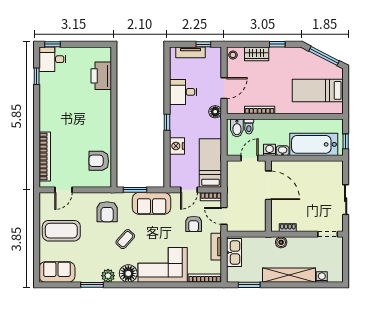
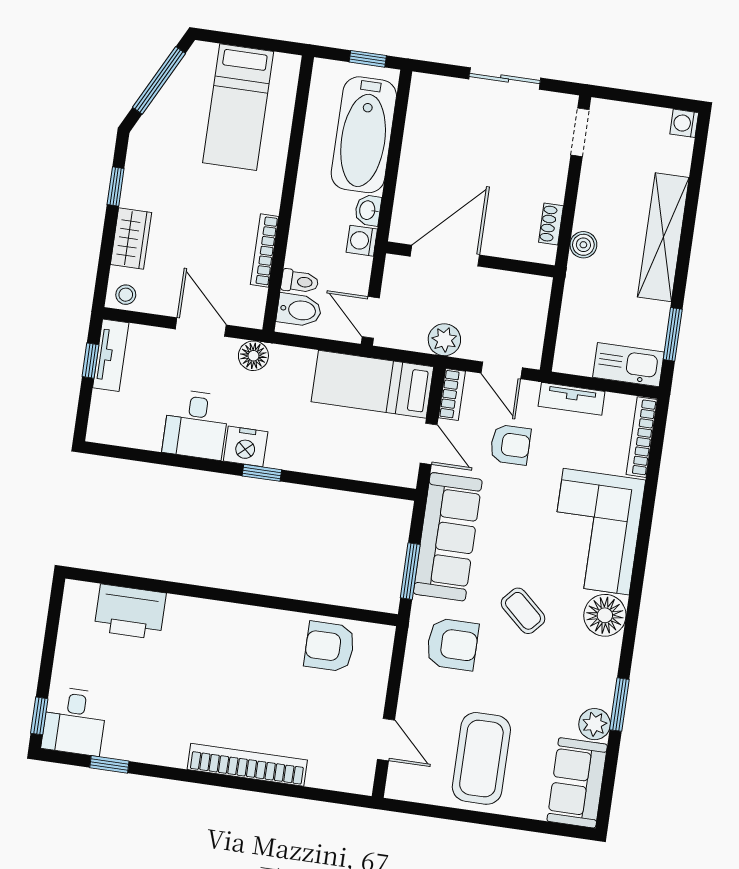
tv unit: (190, 52) -> (111, 355), moved
nightstand: (177, 146) -> (246, 446), moved
bookcase: (45, 156) -> (247, 765), moved
door: (249, 158) -> (371, 317), moved
armchair: (99, 161) -> (330, 647), turned 90
plant: (233, 190) -> (444, 340), added
sofa: (152, 203) -> (448, 537), width x1.36
door: (224, 216) -> (502, 370), hinge flipped
kitchen sink: (234, 252) -> (628, 365), moved
plant: (108, 276) -> (595, 724), moved
washing machine: (322, 277) -> (684, 123), moved

